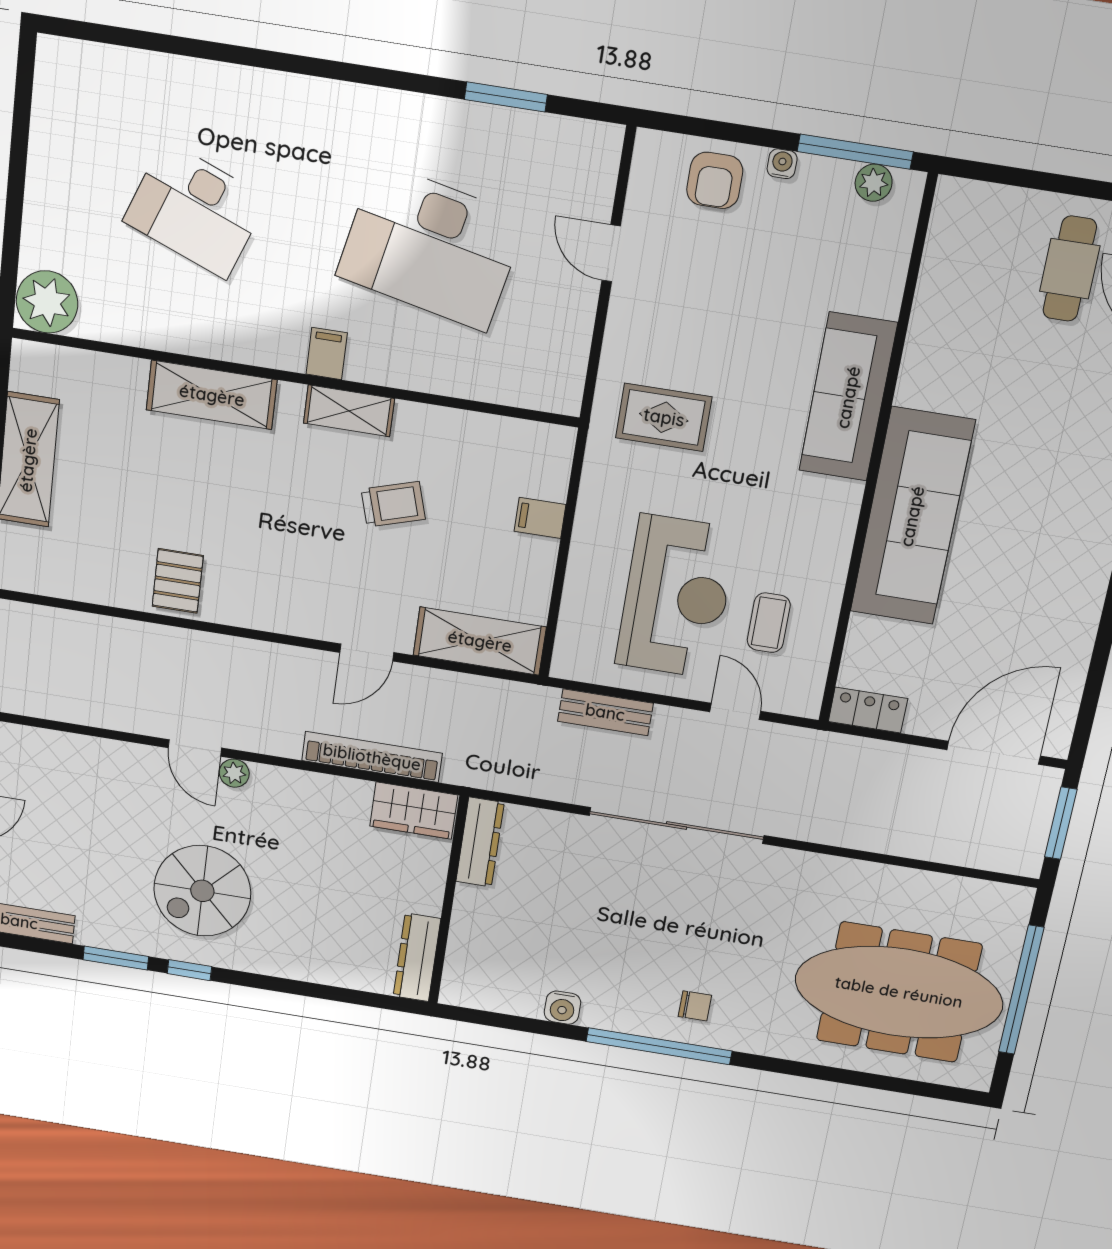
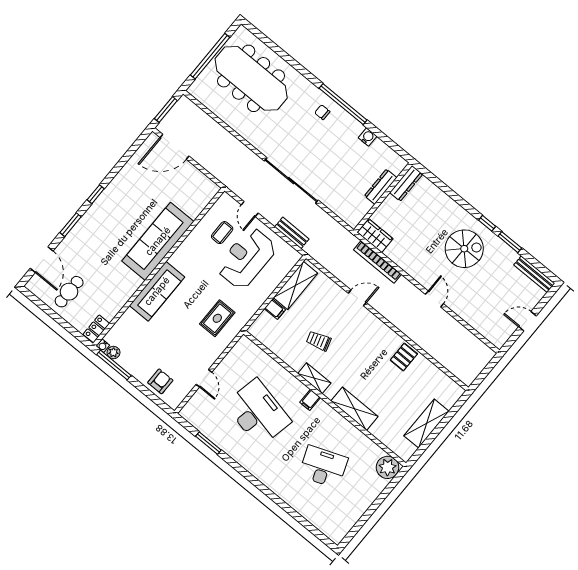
water cooler: (782, 164) -> (103, 346), moved
desk: (195, 210) -> (323, 467), turned -42
rug: (664, 417) -> (217, 318), turned 90
shelving: (480, 641) -> (296, 285), moved, turned 90
locker: (868, 710) -> (96, 329), moved, turned 90
plant: (234, 773) -> (427, 283), removed
dresser: (480, 842) -> (381, 187), moved

